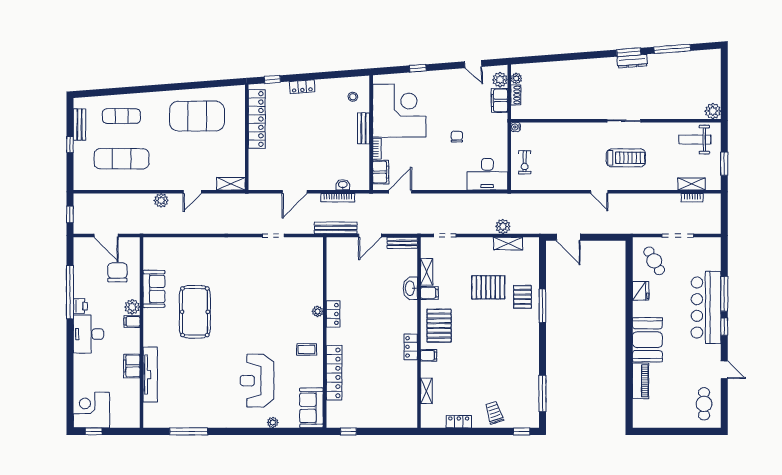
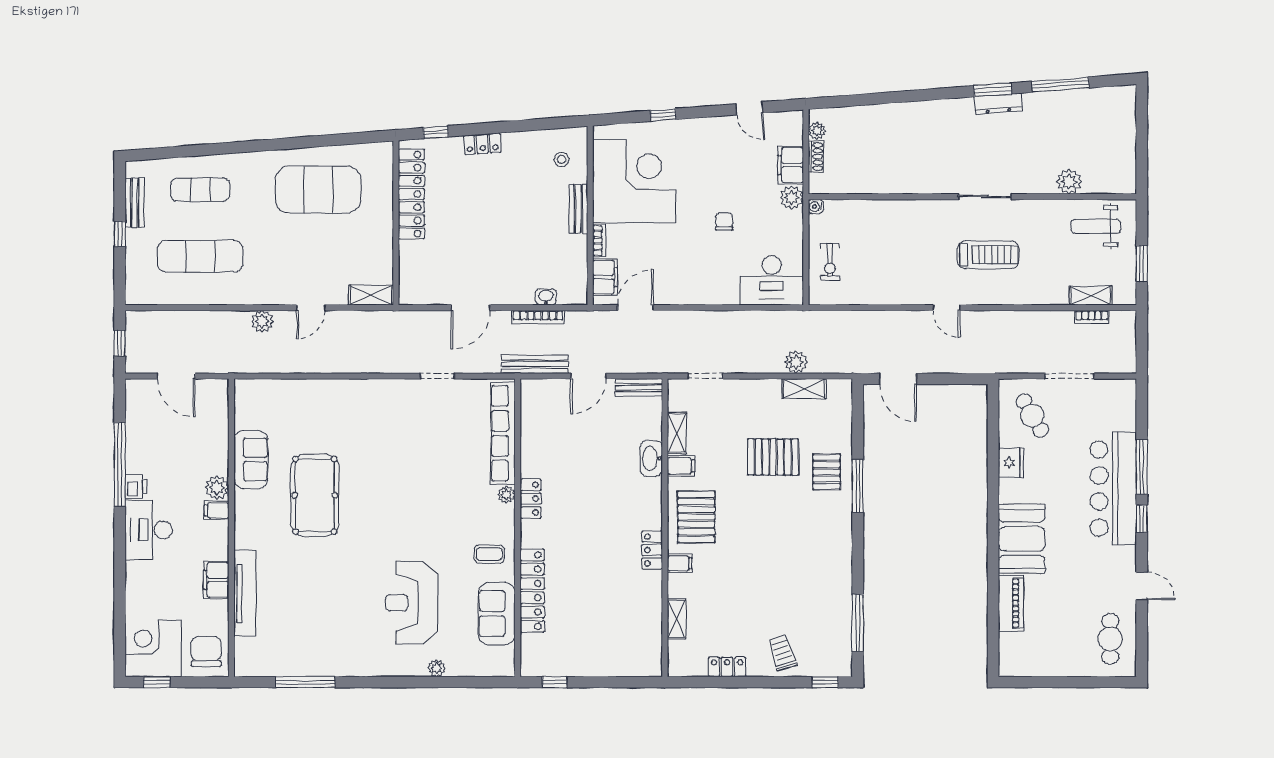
plant: (500, 80) -> (791, 198), moved
plant: (713, 111) -> (1069, 182), moved
chair: (117, 272) -> (206, 652), moved
row of seats: (315, 272) -> (503, 433), added
sofa: (311, 408) -> (497, 614), moved

